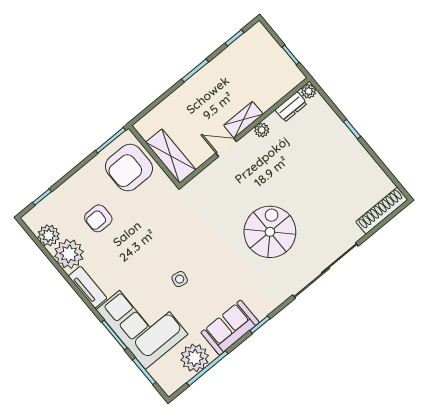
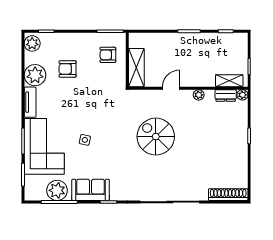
shelving: (243, 120) -> (229, 81), moved
door: (226, 147) -> (171, 88), hinge flipped
armchair: (129, 168) -> (108, 55), width x0.53, depth x0.53
spiral stairs: (270, 232) -> (156, 137), moved, turned -90
plant: (49, 235) -> (32, 43), moved

